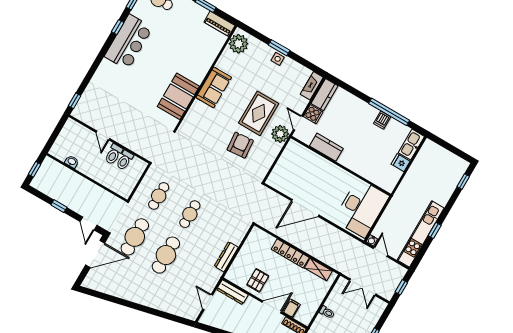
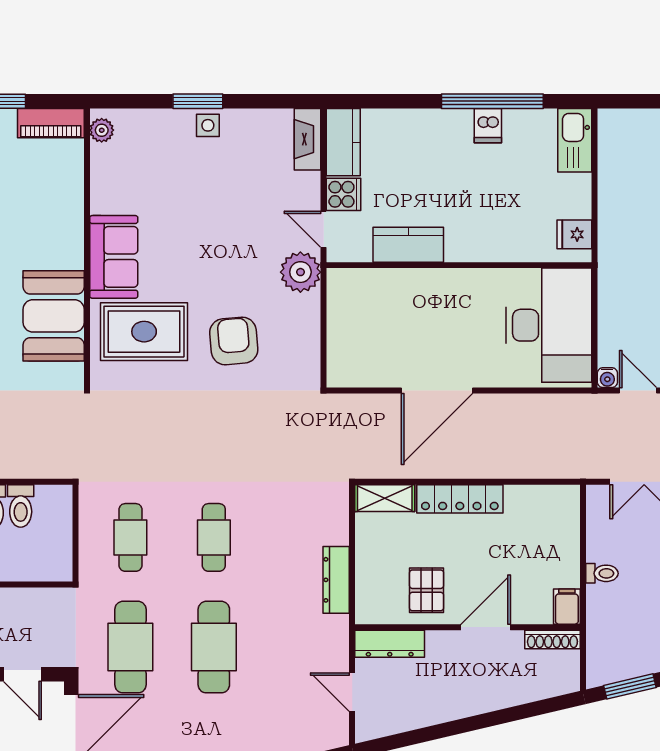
plant: (238, 44) -> (102, 130), width x0.53, depth x0.53
rug: (259, 113) -> (144, 332), moved, turned 90
fridge: (401, 163) -> (574, 234), moved
shelving: (318, 269) -> (385, 498), moved
filing cabinet: (292, 308) -> (567, 607), moved

